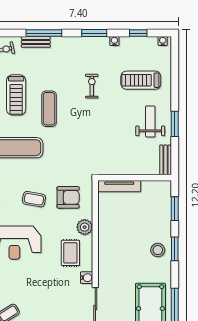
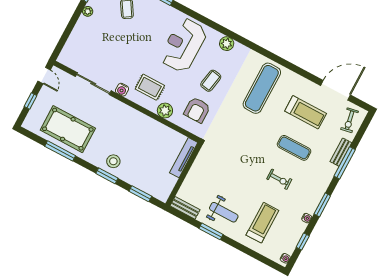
treadmill: (16, 95) -> (306, 112), turned 180
exercise mat: (49, 109) -> (294, 148), moved

